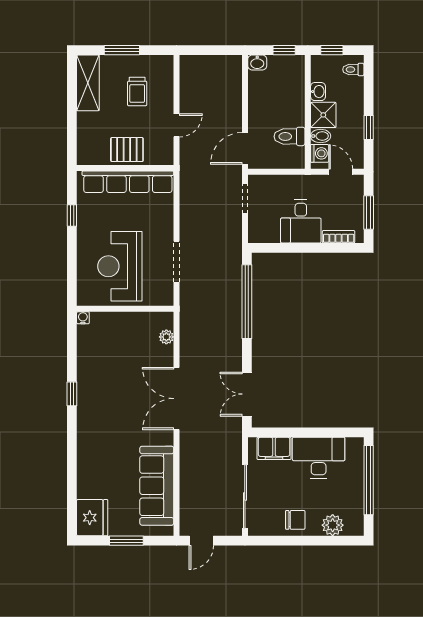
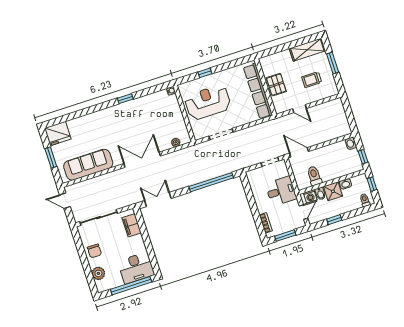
window: (72, 216) -> (205, 73), moved
desk: (301, 221) -> (281, 191), moved, turned 180
desk: (319, 458) -> (136, 268), moved, turned 90

